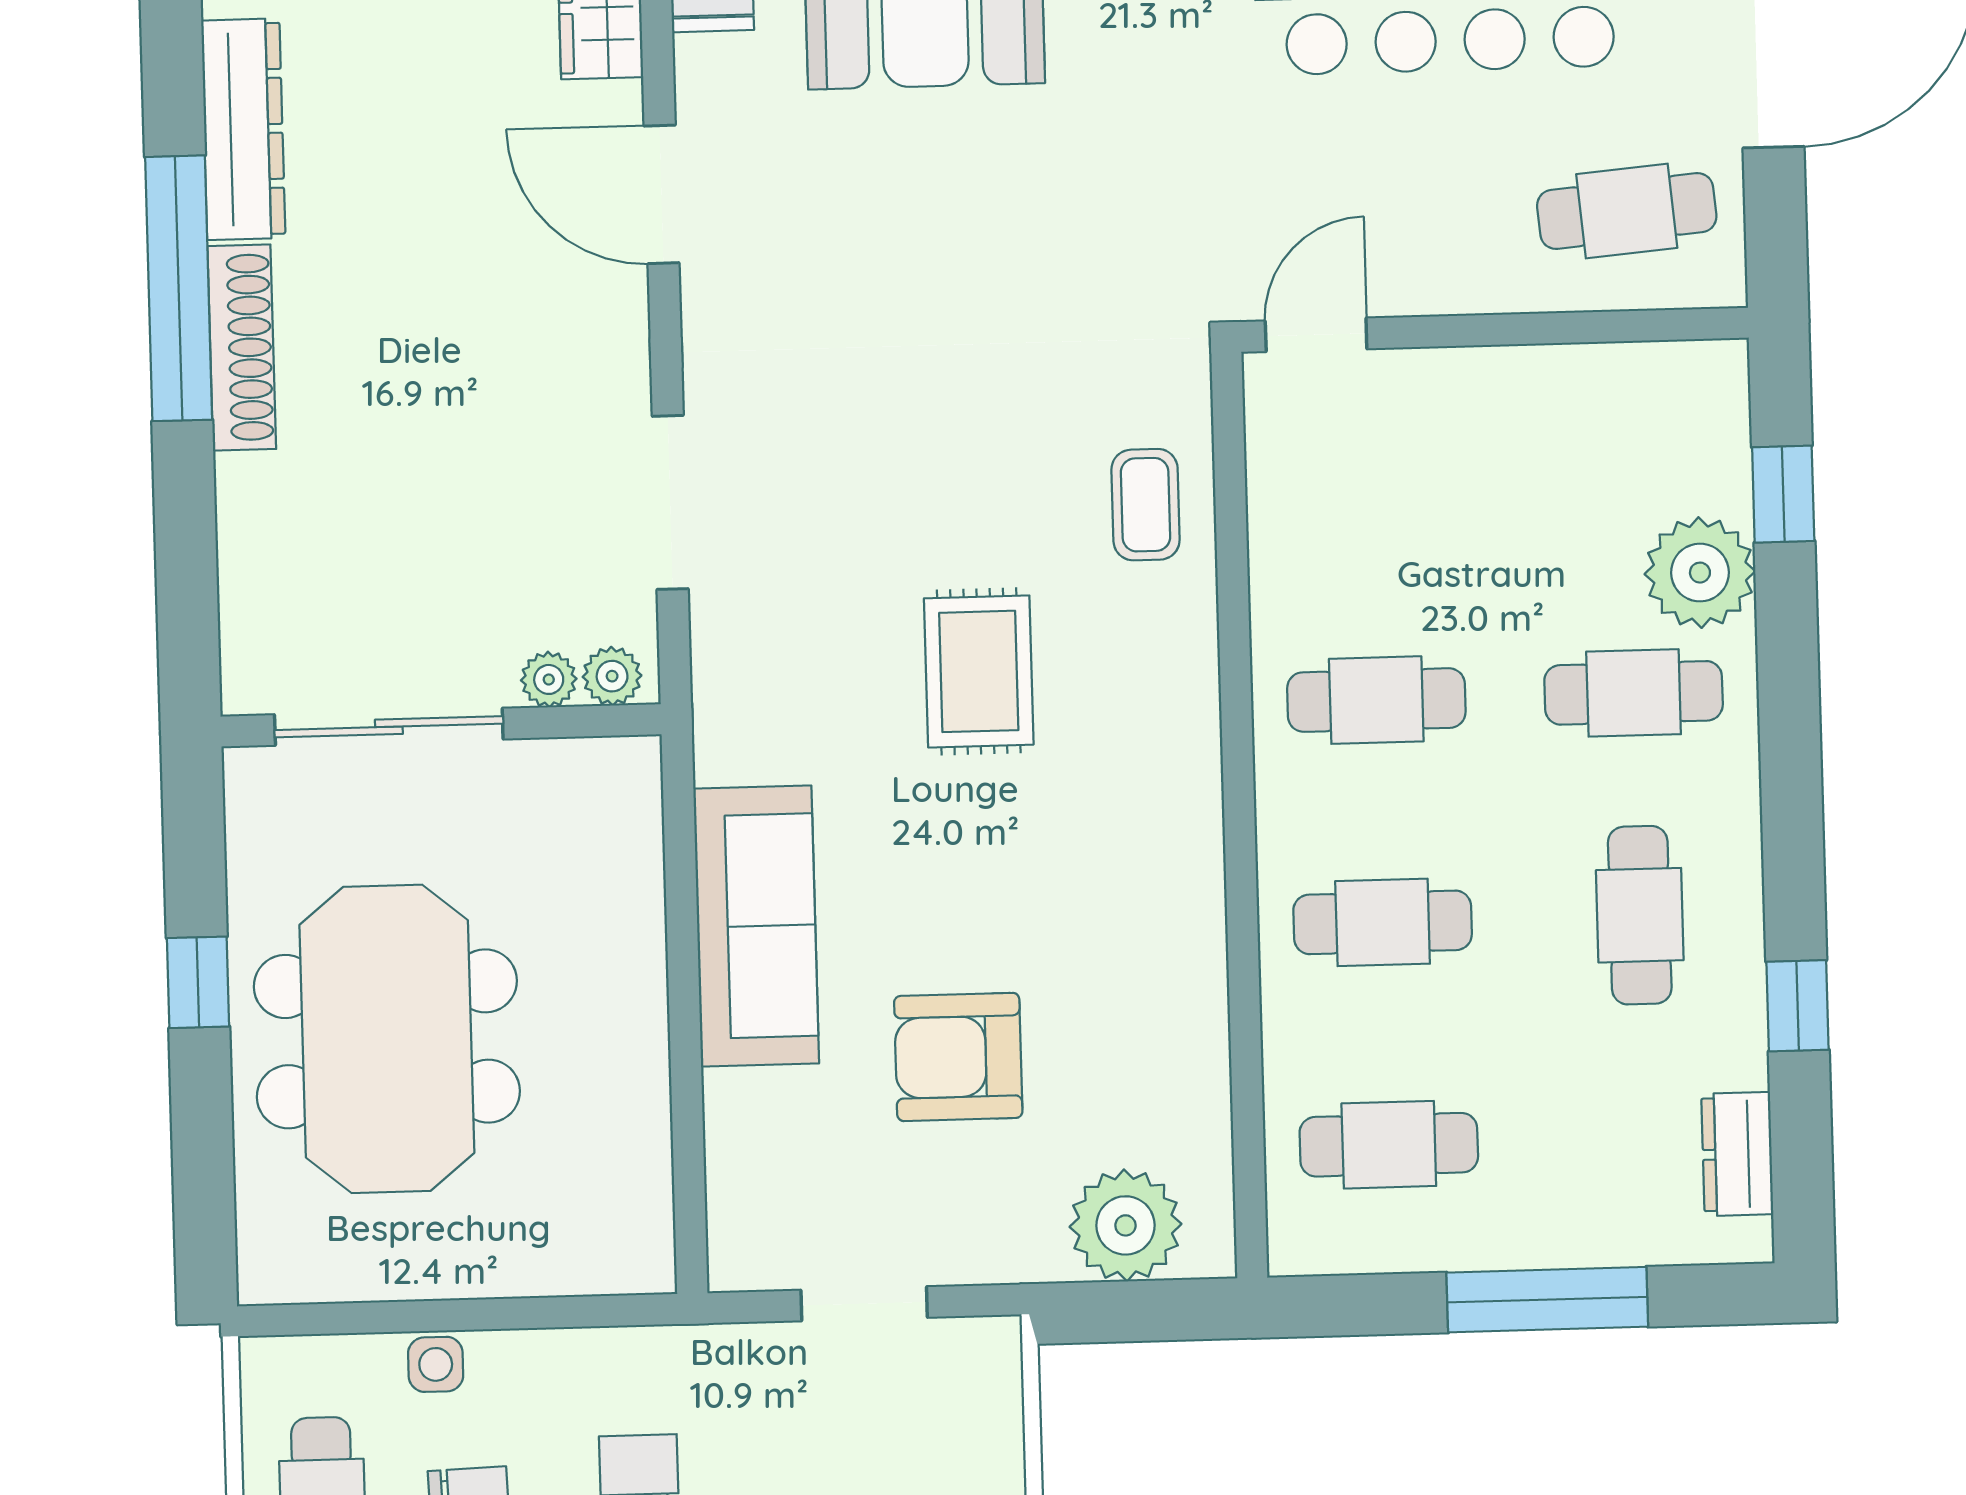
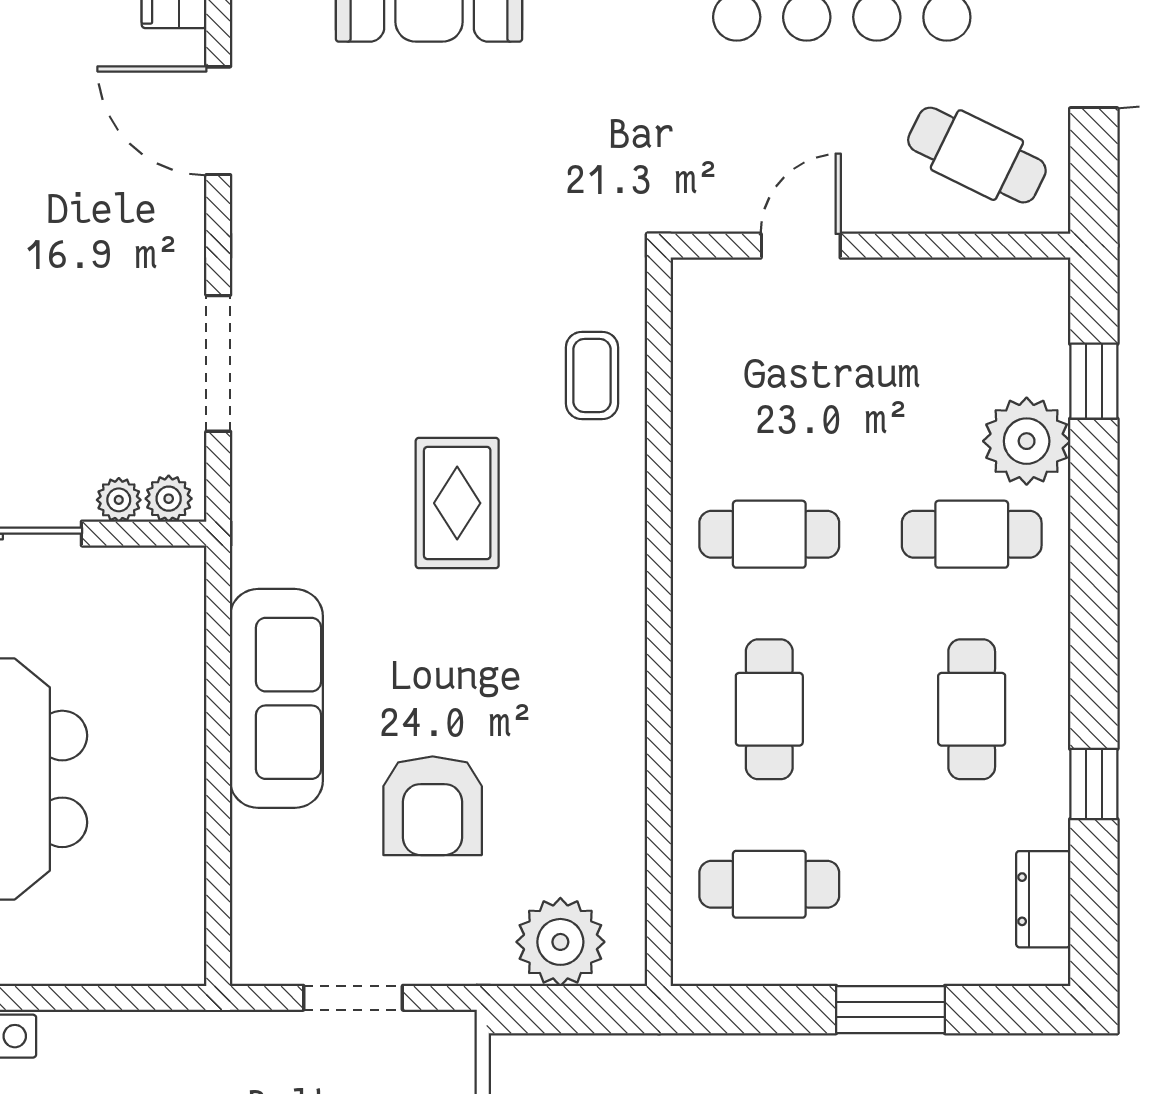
cafe table: (1627, 211) -> (977, 155), turned 31
door: (1316, 335) -> (801, 246), moved
cafe table: (1383, 922) -> (769, 709), turned 90
armchair: (958, 1057) -> (433, 806), turned -90
window: (1547, 1300) -> (891, 1010), width x0.69

